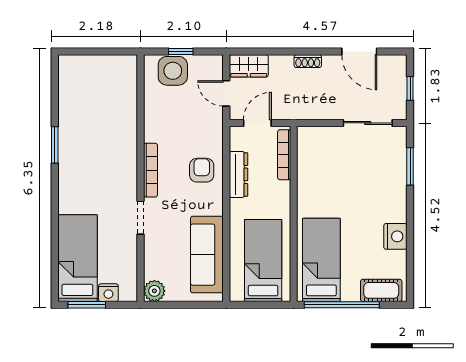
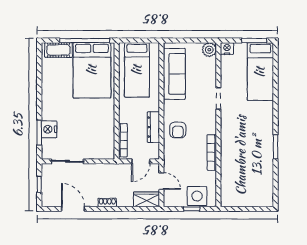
bookcase: (150, 170) -> (212, 152), moved
nightstand: (395, 236) -> (49, 129), moved
bed: (321, 260) -> (92, 70), width x1.50
nightstand: (108, 293) -> (227, 49), moved

